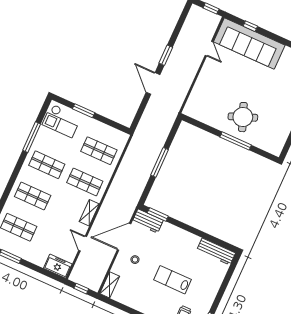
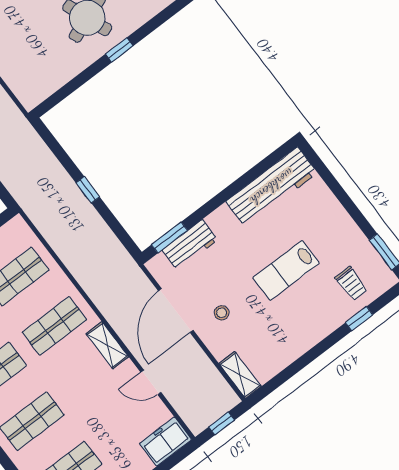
window: (236, 141) -> (119, 50), width x0.46
window: (160, 162) -> (88, 190), width x0.46
workbench: (148, 221) -> (190, 245), moved
workbench: (216, 252) -> (272, 187), width x1.36, depth x1.32

